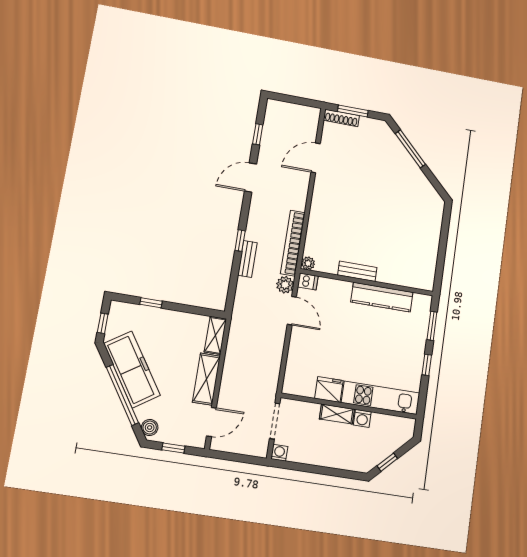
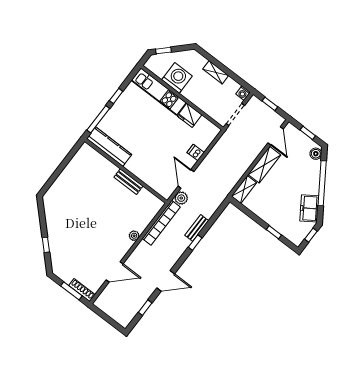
window: (410, 149) -> (46, 245), width x0.46
plant: (308, 263) -> (134, 236), moved
dishwasher: (308, 281) -> (196, 153), moved
kitchen counter: (382, 297) -> (109, 147), moved
window: (432, 326) -> (98, 119), width x1.44
freezer: (132, 369) -> (309, 208), width x0.52, depth x0.79
shelving: (337, 414) -> (216, 72), moved
washing machine: (362, 418) -> (177, 78), width x1.89, depth x1.89
door: (211, 422) -> (276, 136), swing flipped
window: (240, 458) -> (270, 104), added
window: (387, 462) -> (163, 51), moved

